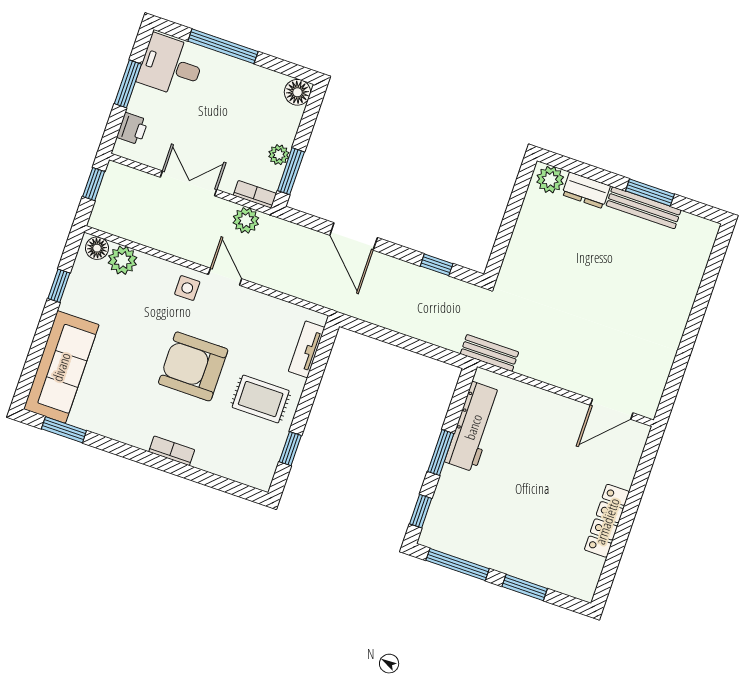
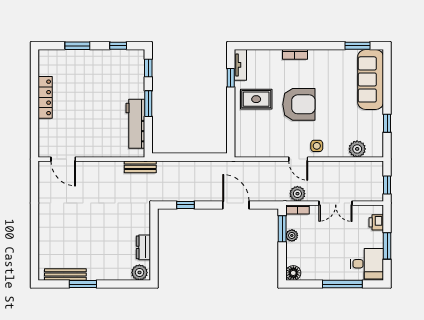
dresser: (586, 190) -> (143, 247), moved, turned -90
bench: (644, 208) -> (65, 275), moved
floor lamp: (97, 248) -> (373, 151), removed
tv unit: (307, 349) -> (240, 65), moved
door: (612, 409) -> (63, 159), swing flipped
window: (458, 565) -> (118, 46), width x0.46

